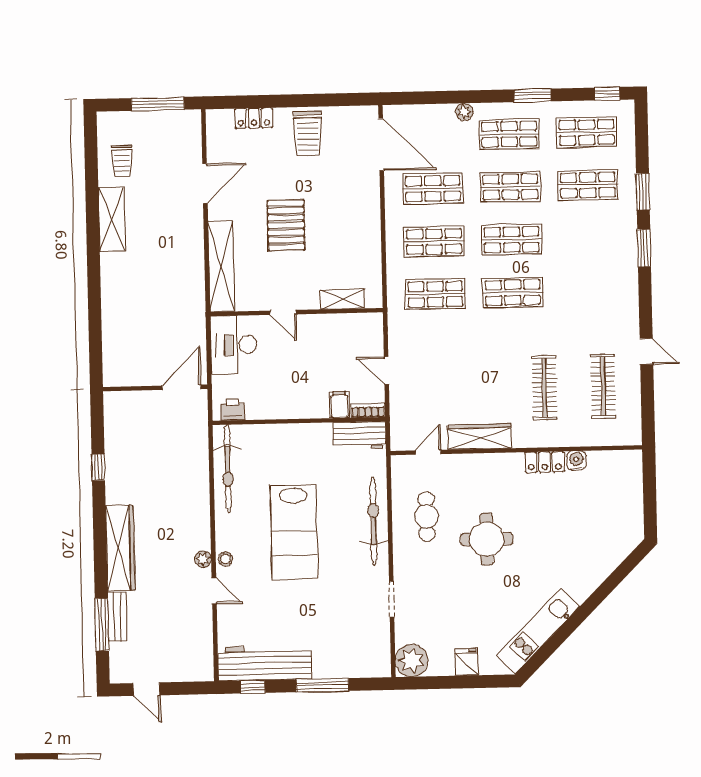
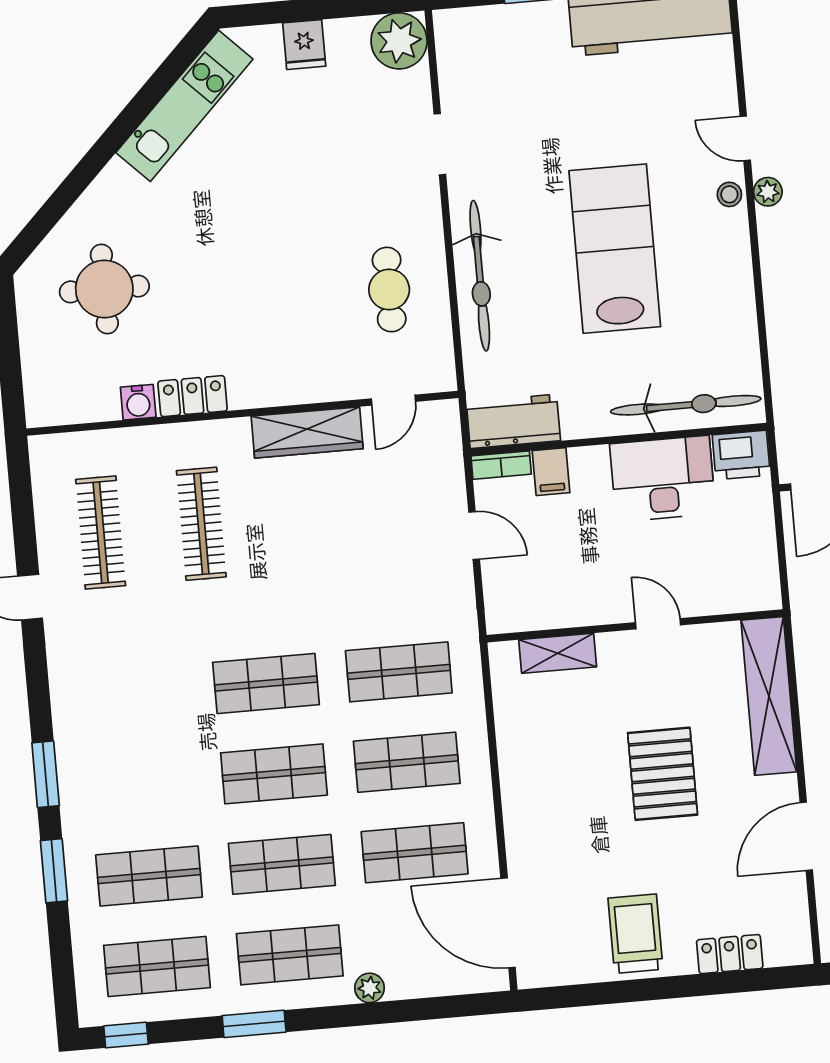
desk: (234, 345) -> (663, 479), moved, turned -90
printer: (233, 410) -> (741, 455), width x1.36, depth x1.24
bicycle: (228, 469) -> (686, 405), moved, turned 90
round table: (487, 539) -> (104, 289), moved

